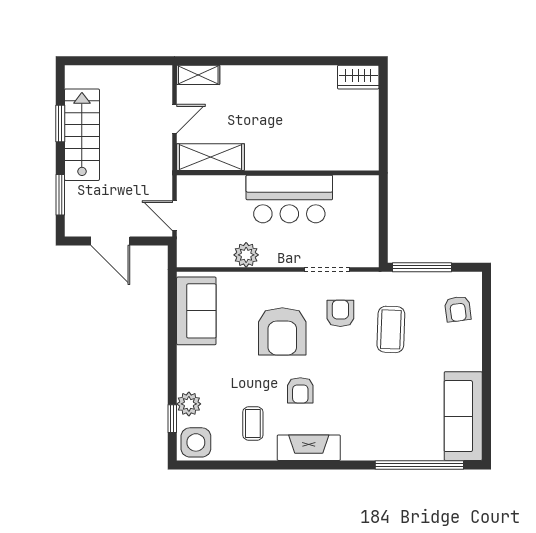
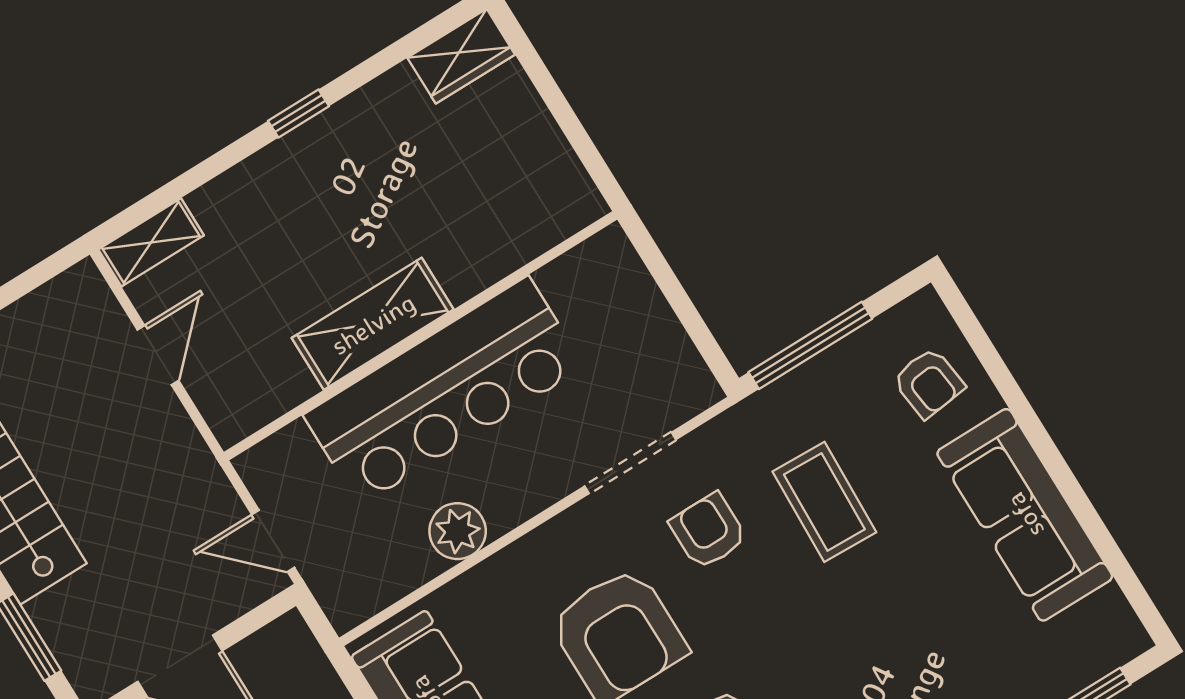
window: (284, 61) -> (298, 114), added
shelving: (210, 157) -> (373, 324), moved
bar counter: (289, 199) -> (444, 391), width x1.36
sofa: (463, 416) -> (1025, 515), moved

